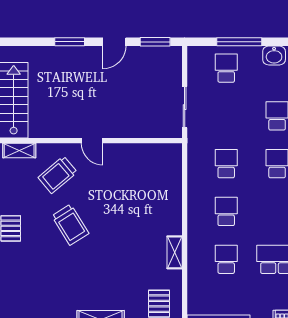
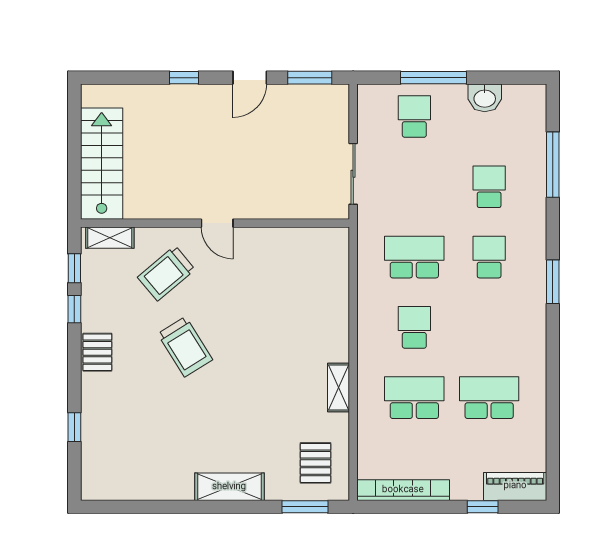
window: (70, 42) -> (184, 78), width x0.67
school desk: (226, 164) -> (414, 257), width x1.85
school desk: (226, 259) -> (414, 398), width x1.85

